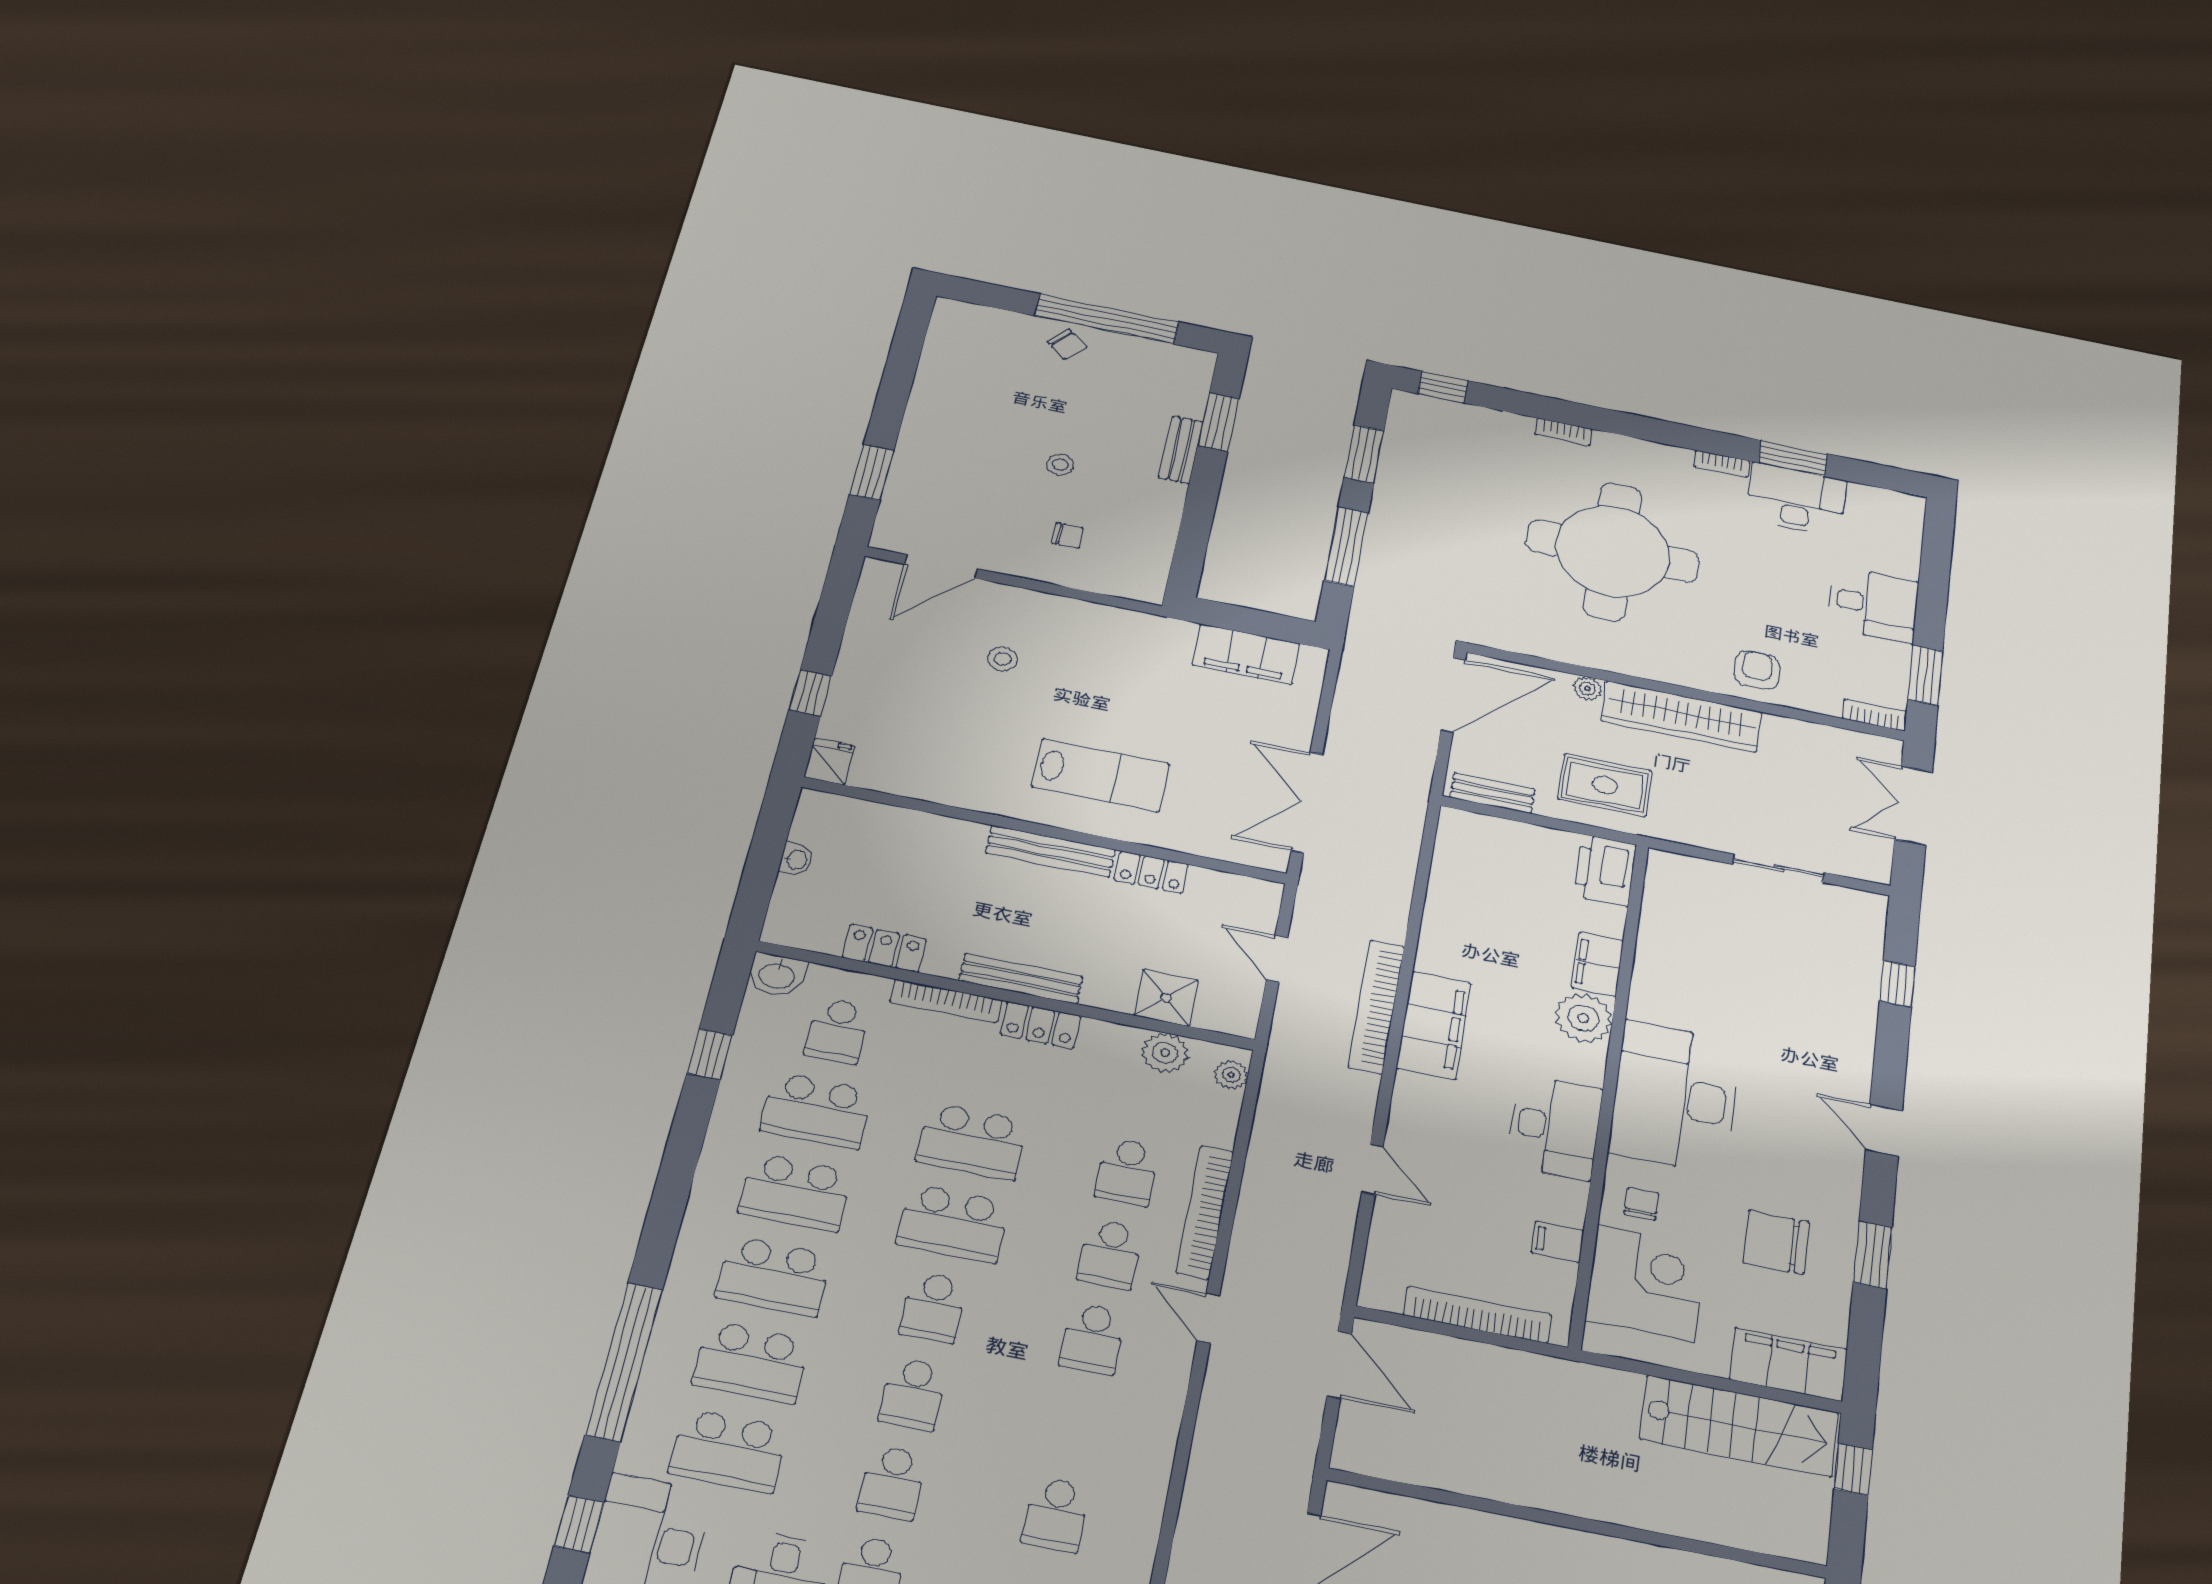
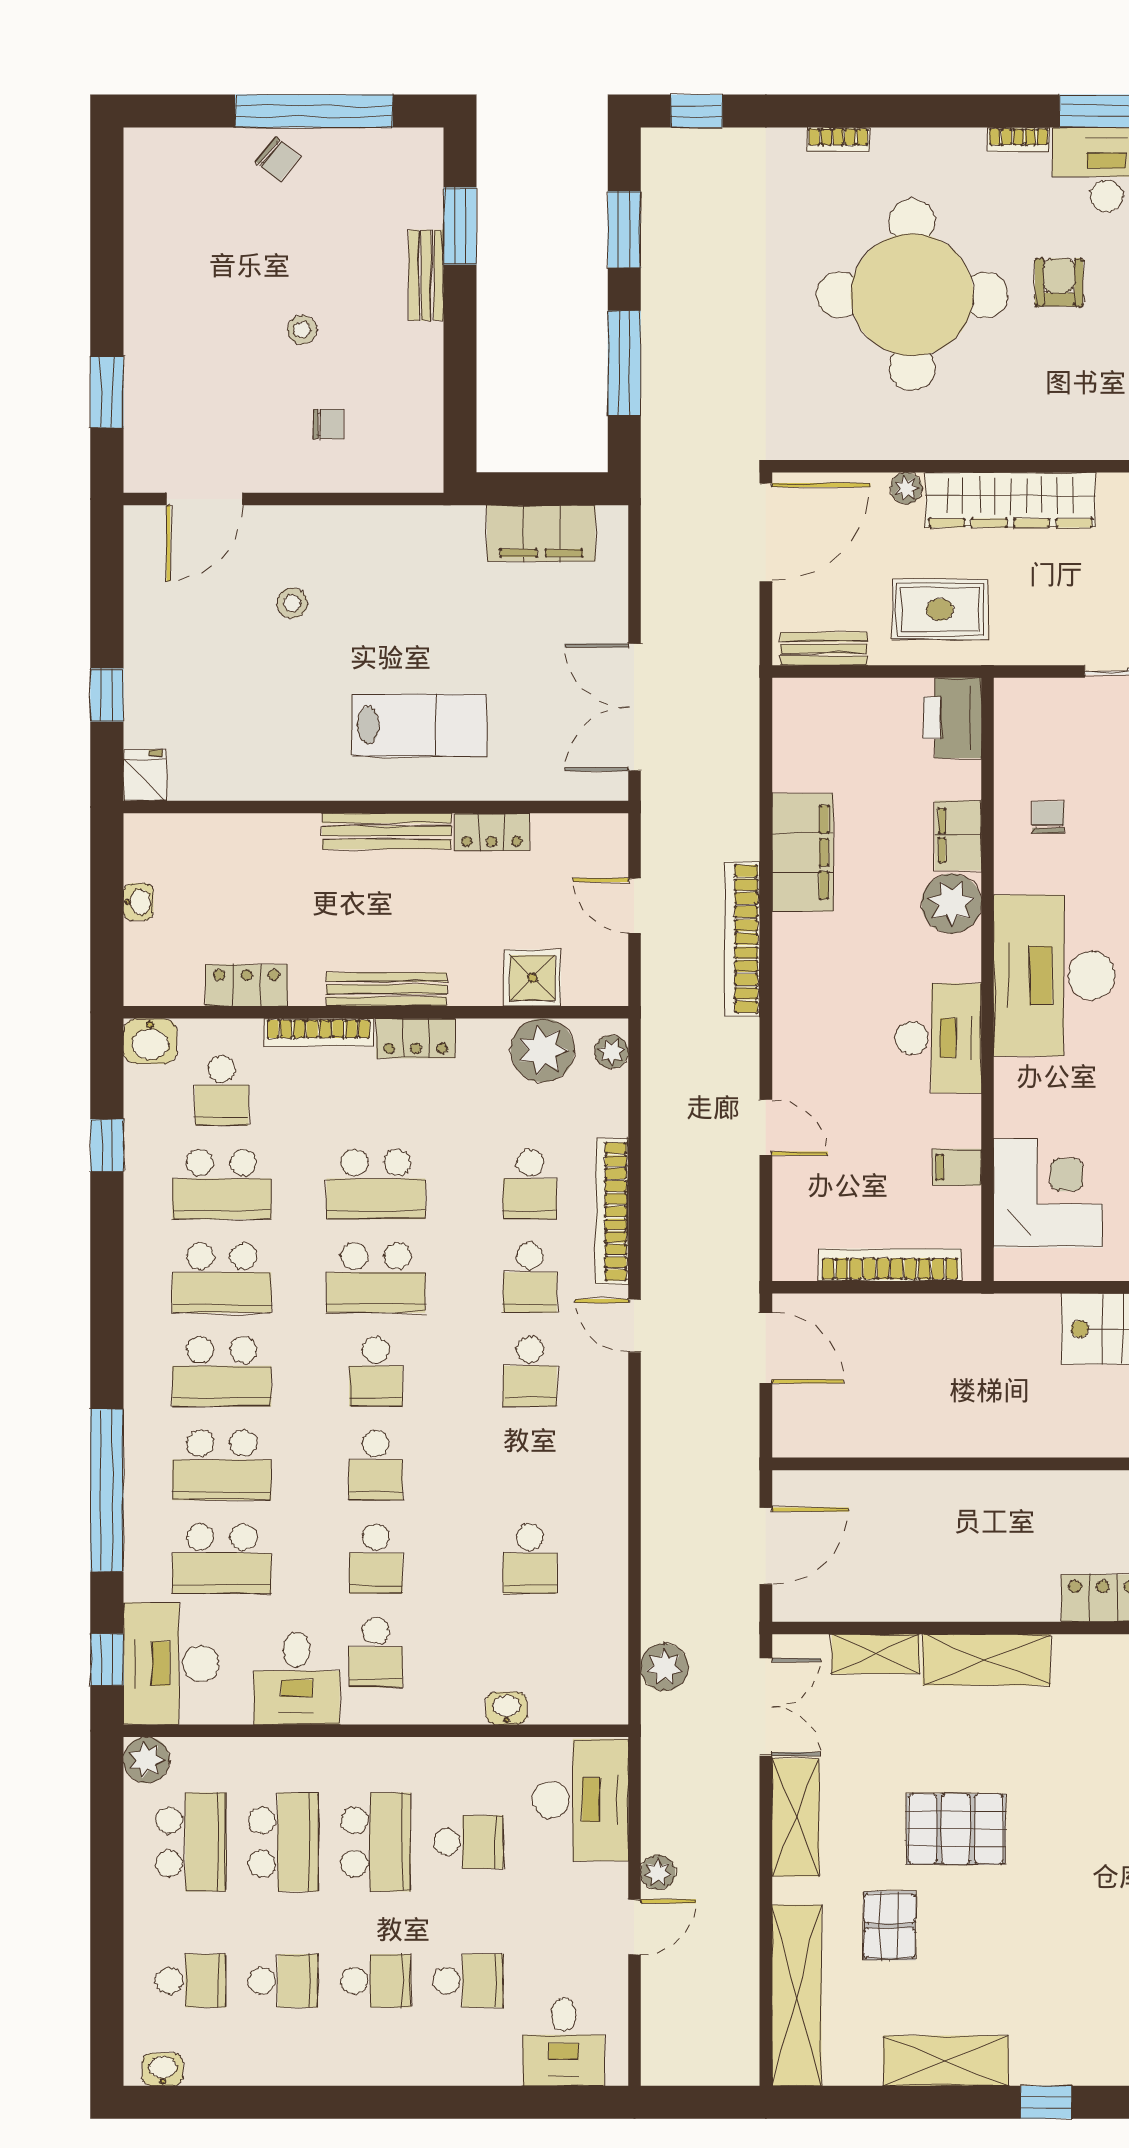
armchair: (1757, 670) -> (1059, 282), moved
filing cabinet: (1434, 1025) -> (803, 852), moved
plant: (1165, 1053) -> (543, 1050), width x1.36, depth x1.36
chair: (1642, 1204) -> (1048, 817), moved

